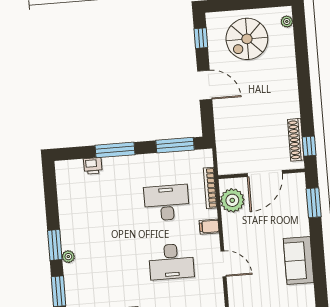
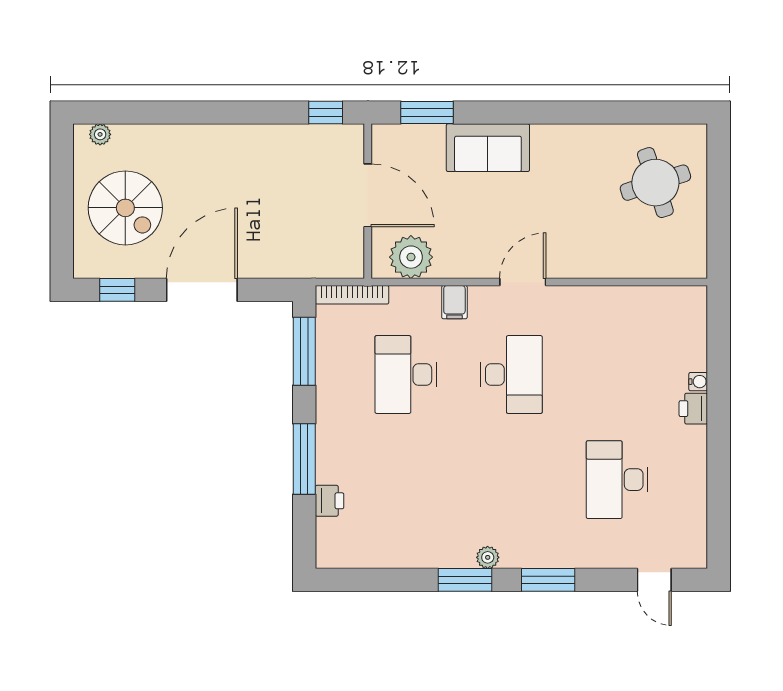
door: (205, 85) -> (202, 290), width x1.36
shoe rack: (296, 140) -> (312, 135), removed
bookcase: (210, 188) -> (352, 295), moved
sofa: (299, 261) -> (488, 148), moved

